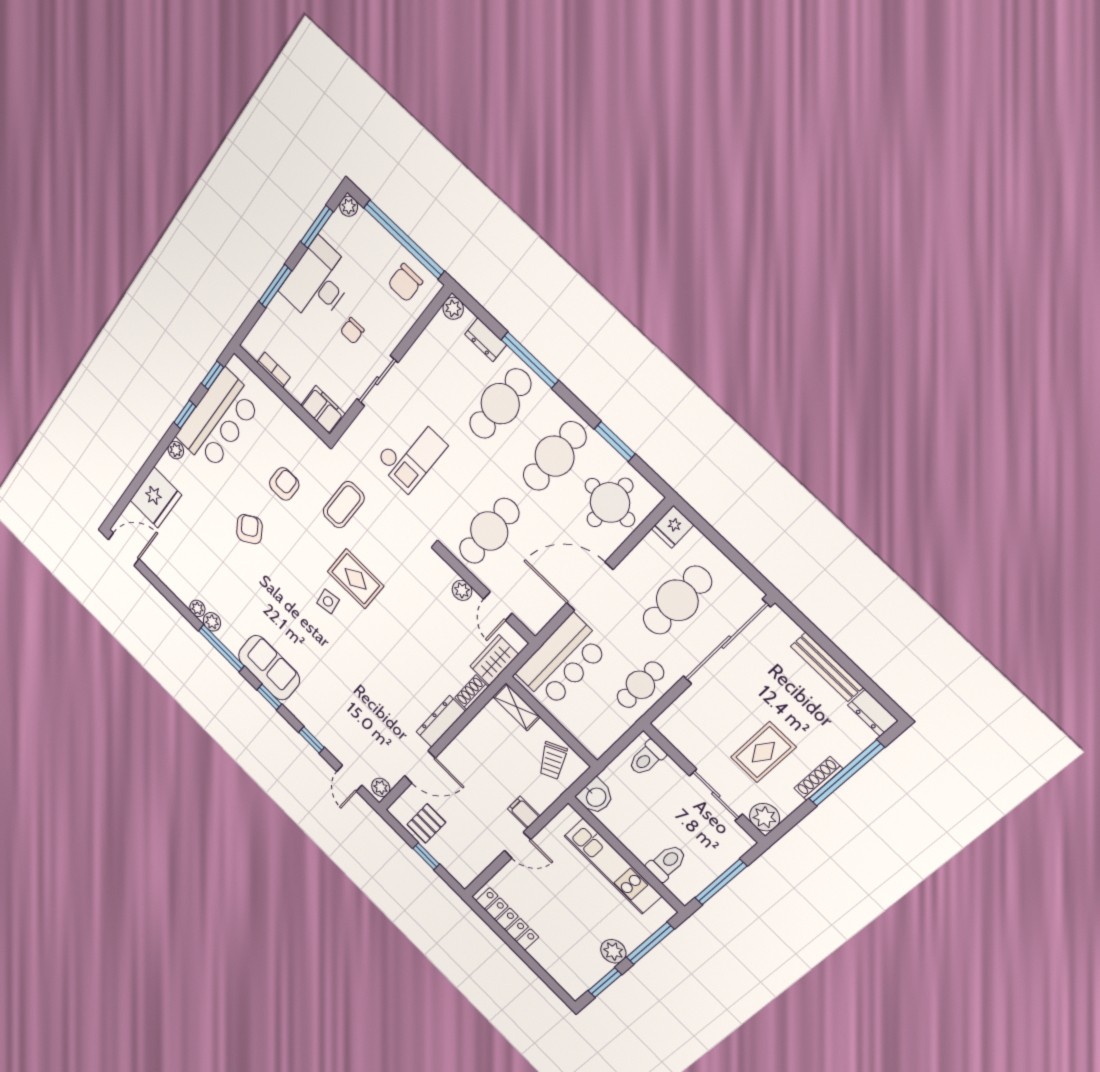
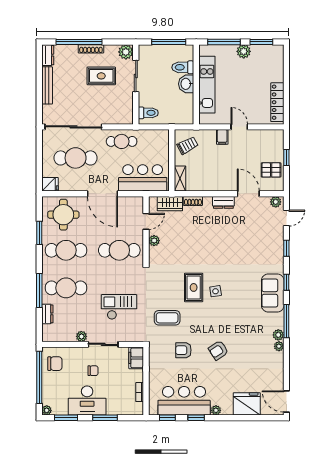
plant: (453, 308) -> (81, 336), moved
dresser: (441, 721) -> (223, 202), width x0.70
washbasin: (596, 797) -> (186, 84), moved, turned -90

